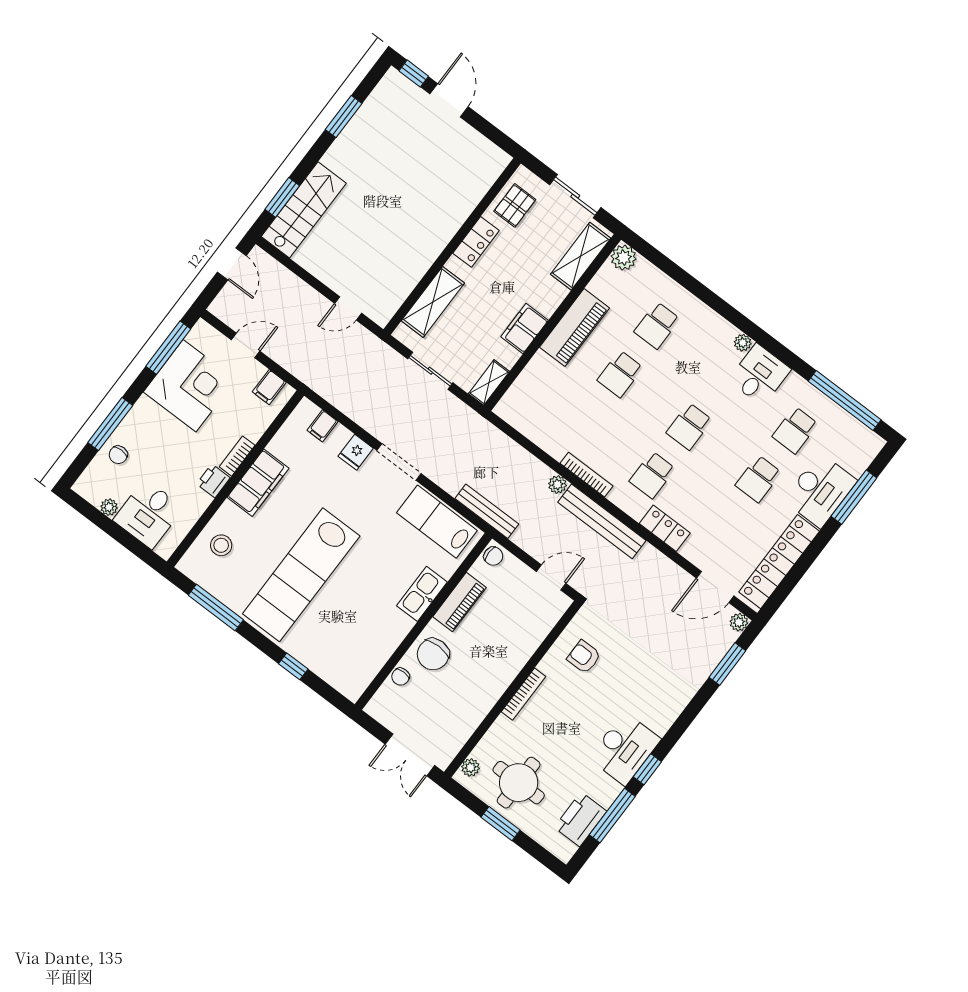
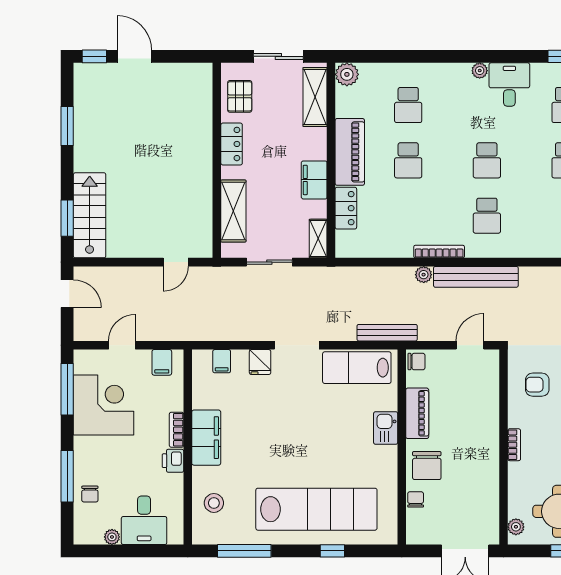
locker: (665, 528) -> (346, 208), moved, turned 90
lab bench: (301, 575) -> (316, 509), moved, turned -90
kitchen sink: (422, 594) -> (386, 428), width x0.73
chair: (401, 677) -> (416, 499), turned 180
bookcase: (524, 694) -> (514, 445), width x0.64

